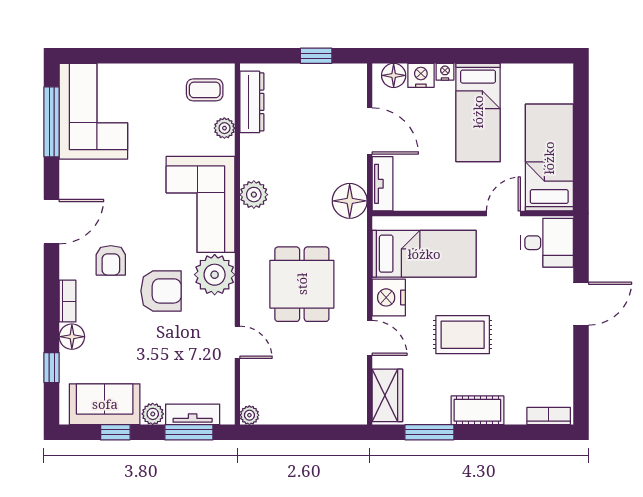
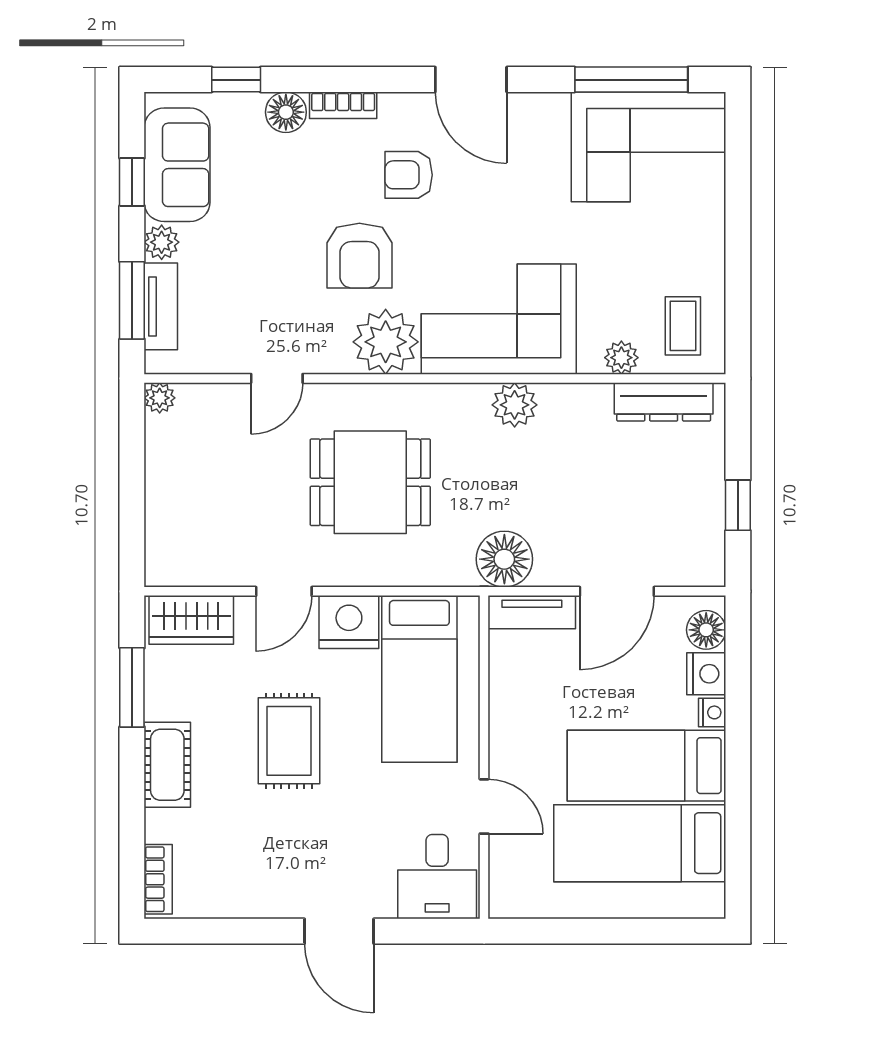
bed: (549, 158) -> (640, 843), moved, turned 180

